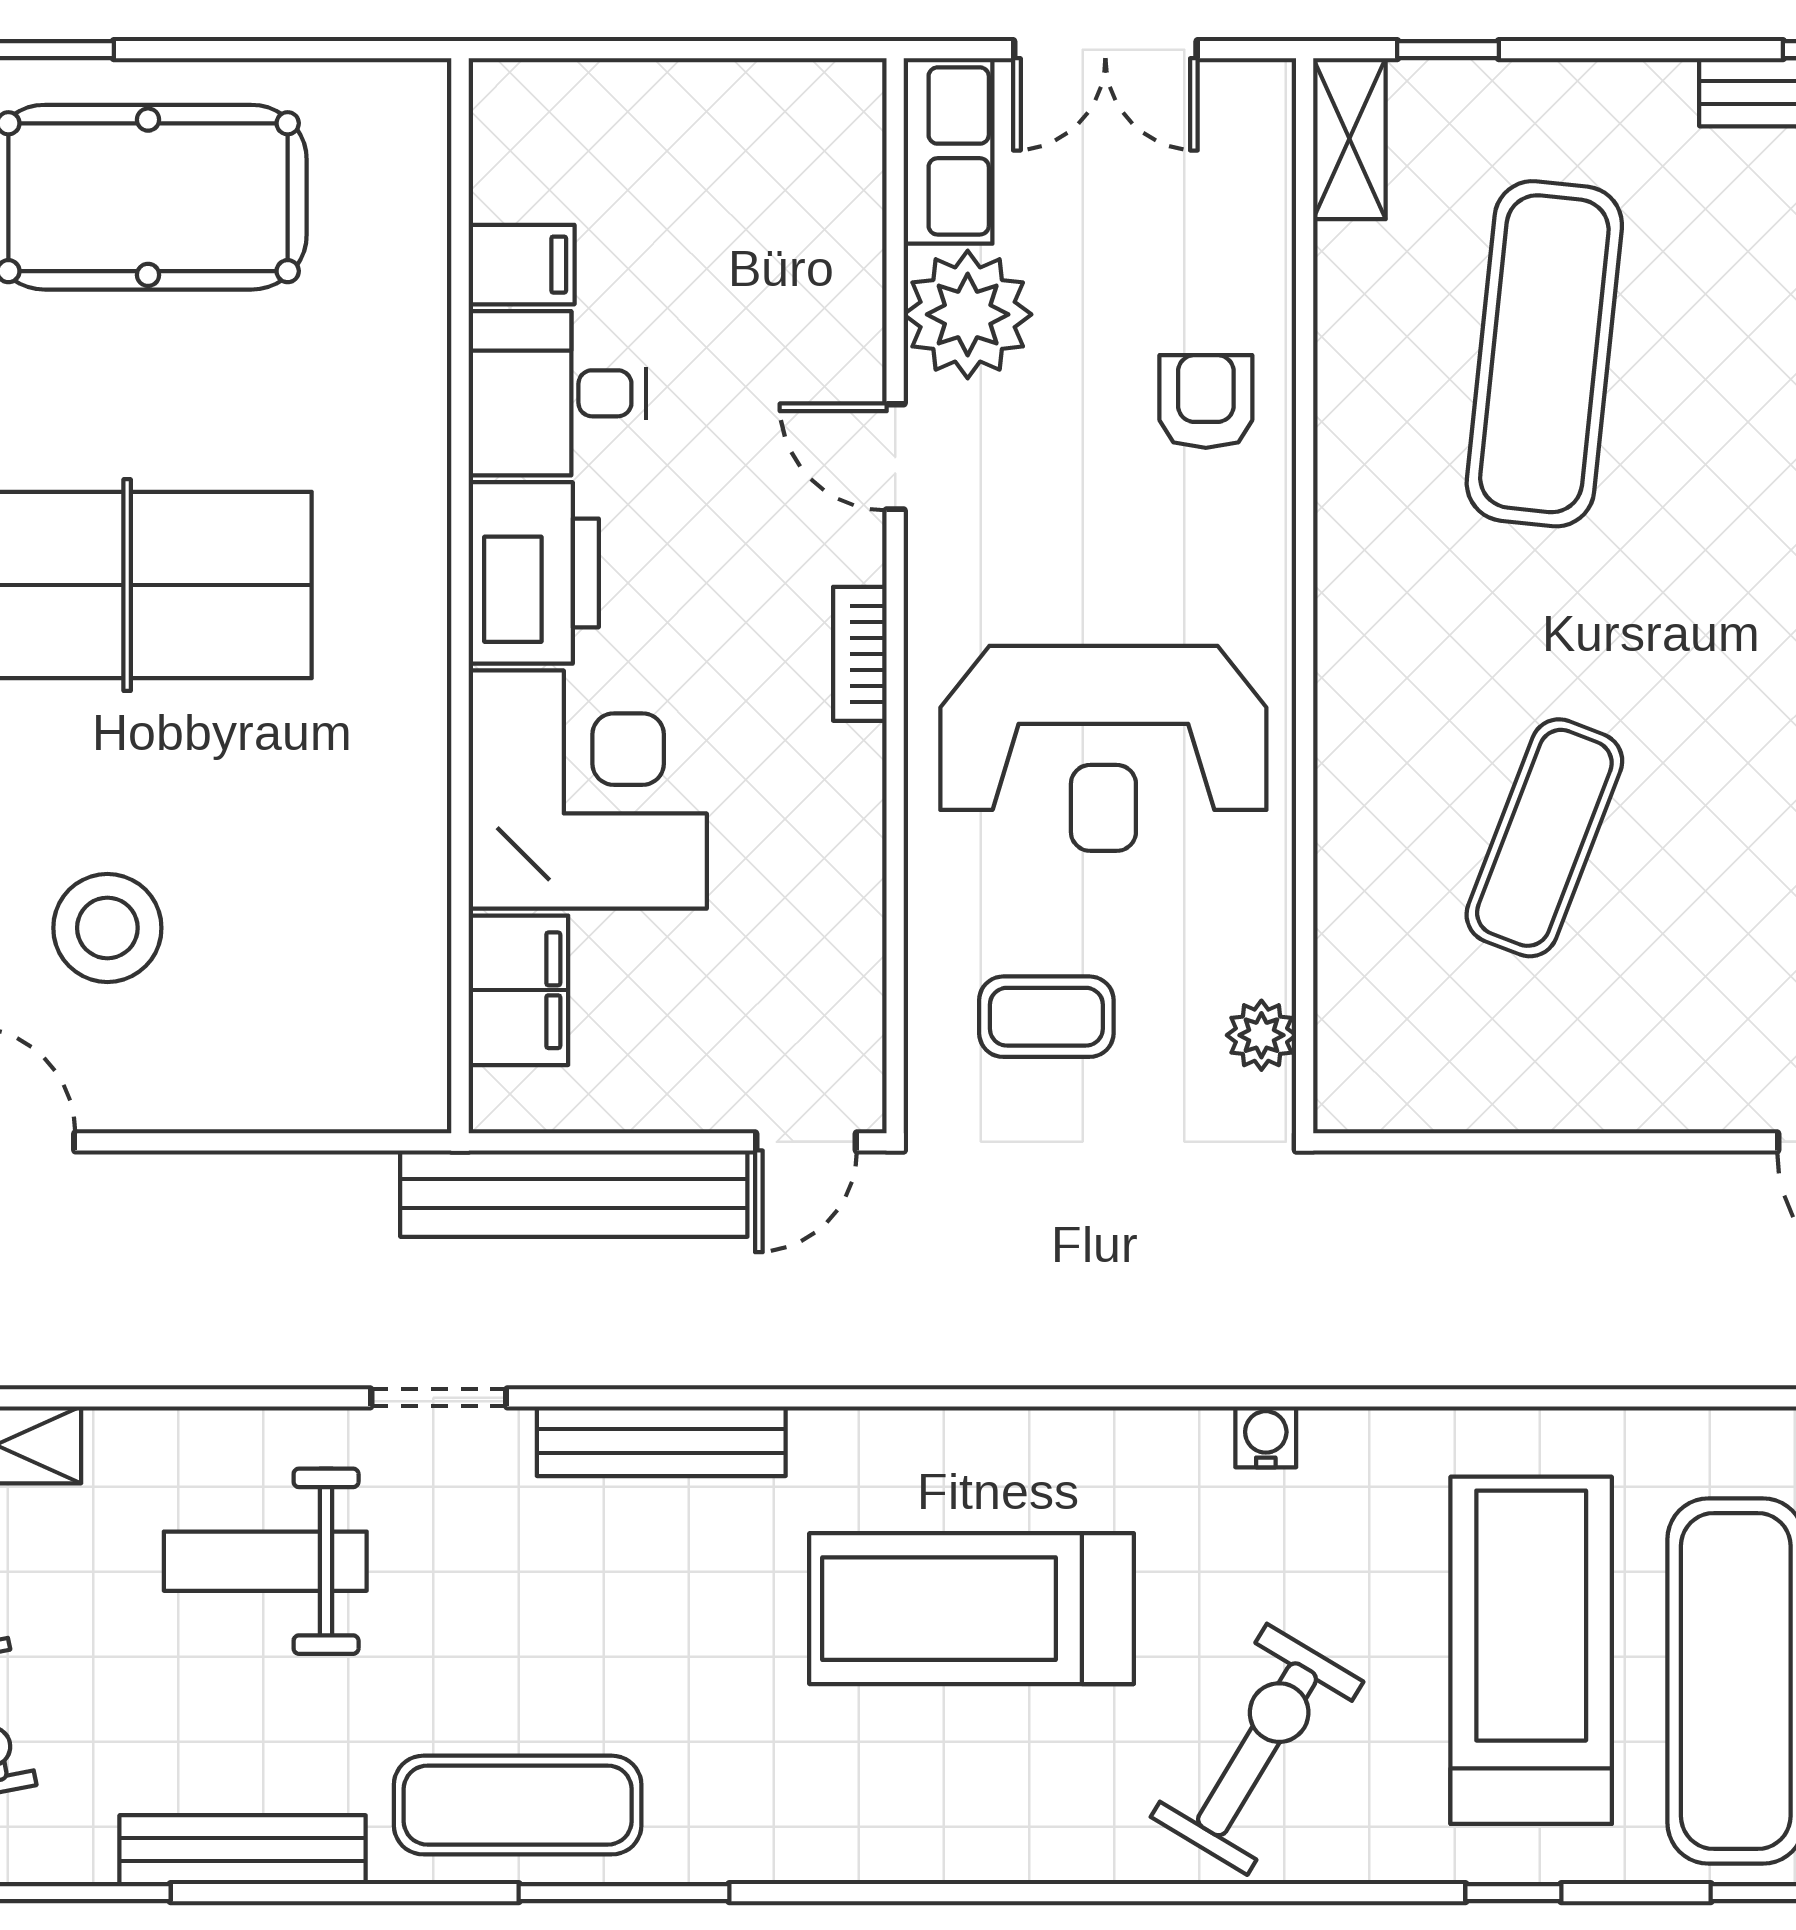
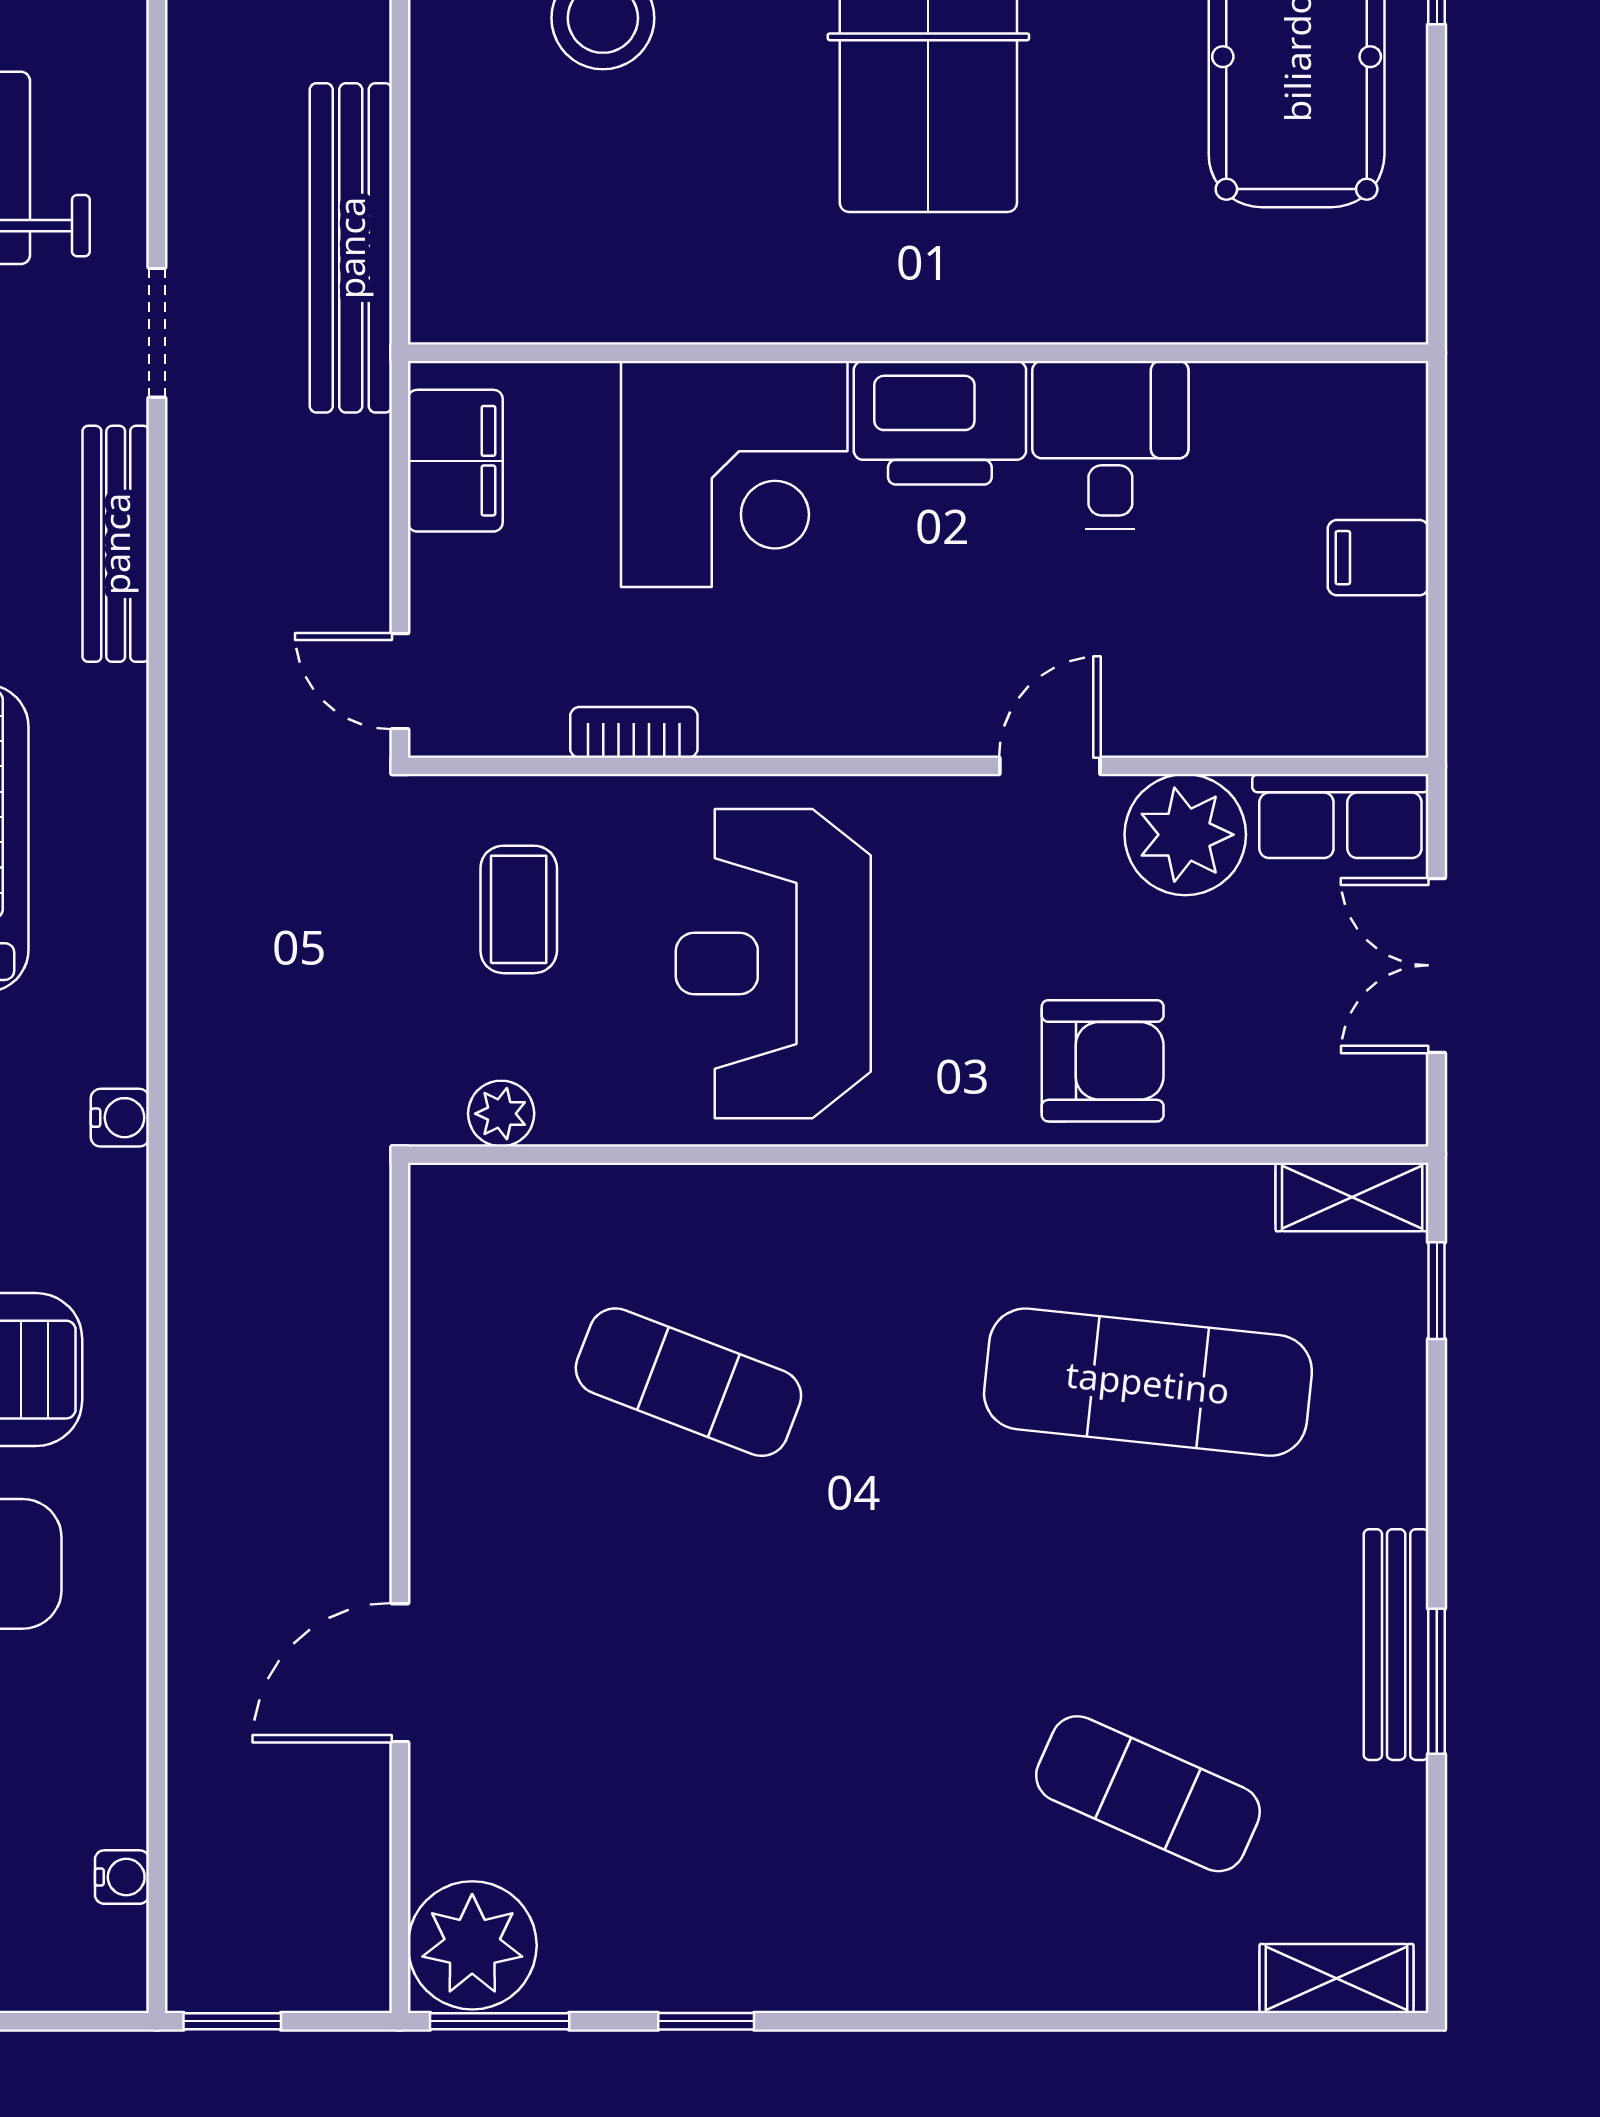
filing cabinet: (522, 265) -> (1378, 558), moved, turned 90
armchair: (1206, 402) -> (1103, 1061), width x1.38, depth x1.38
bookcase: (860, 654) -> (634, 732), moved
filing cabinet: (518, 990) -> (455, 461), moved, turned -90
bench: (574, 1194) -> (351, 248), moved

